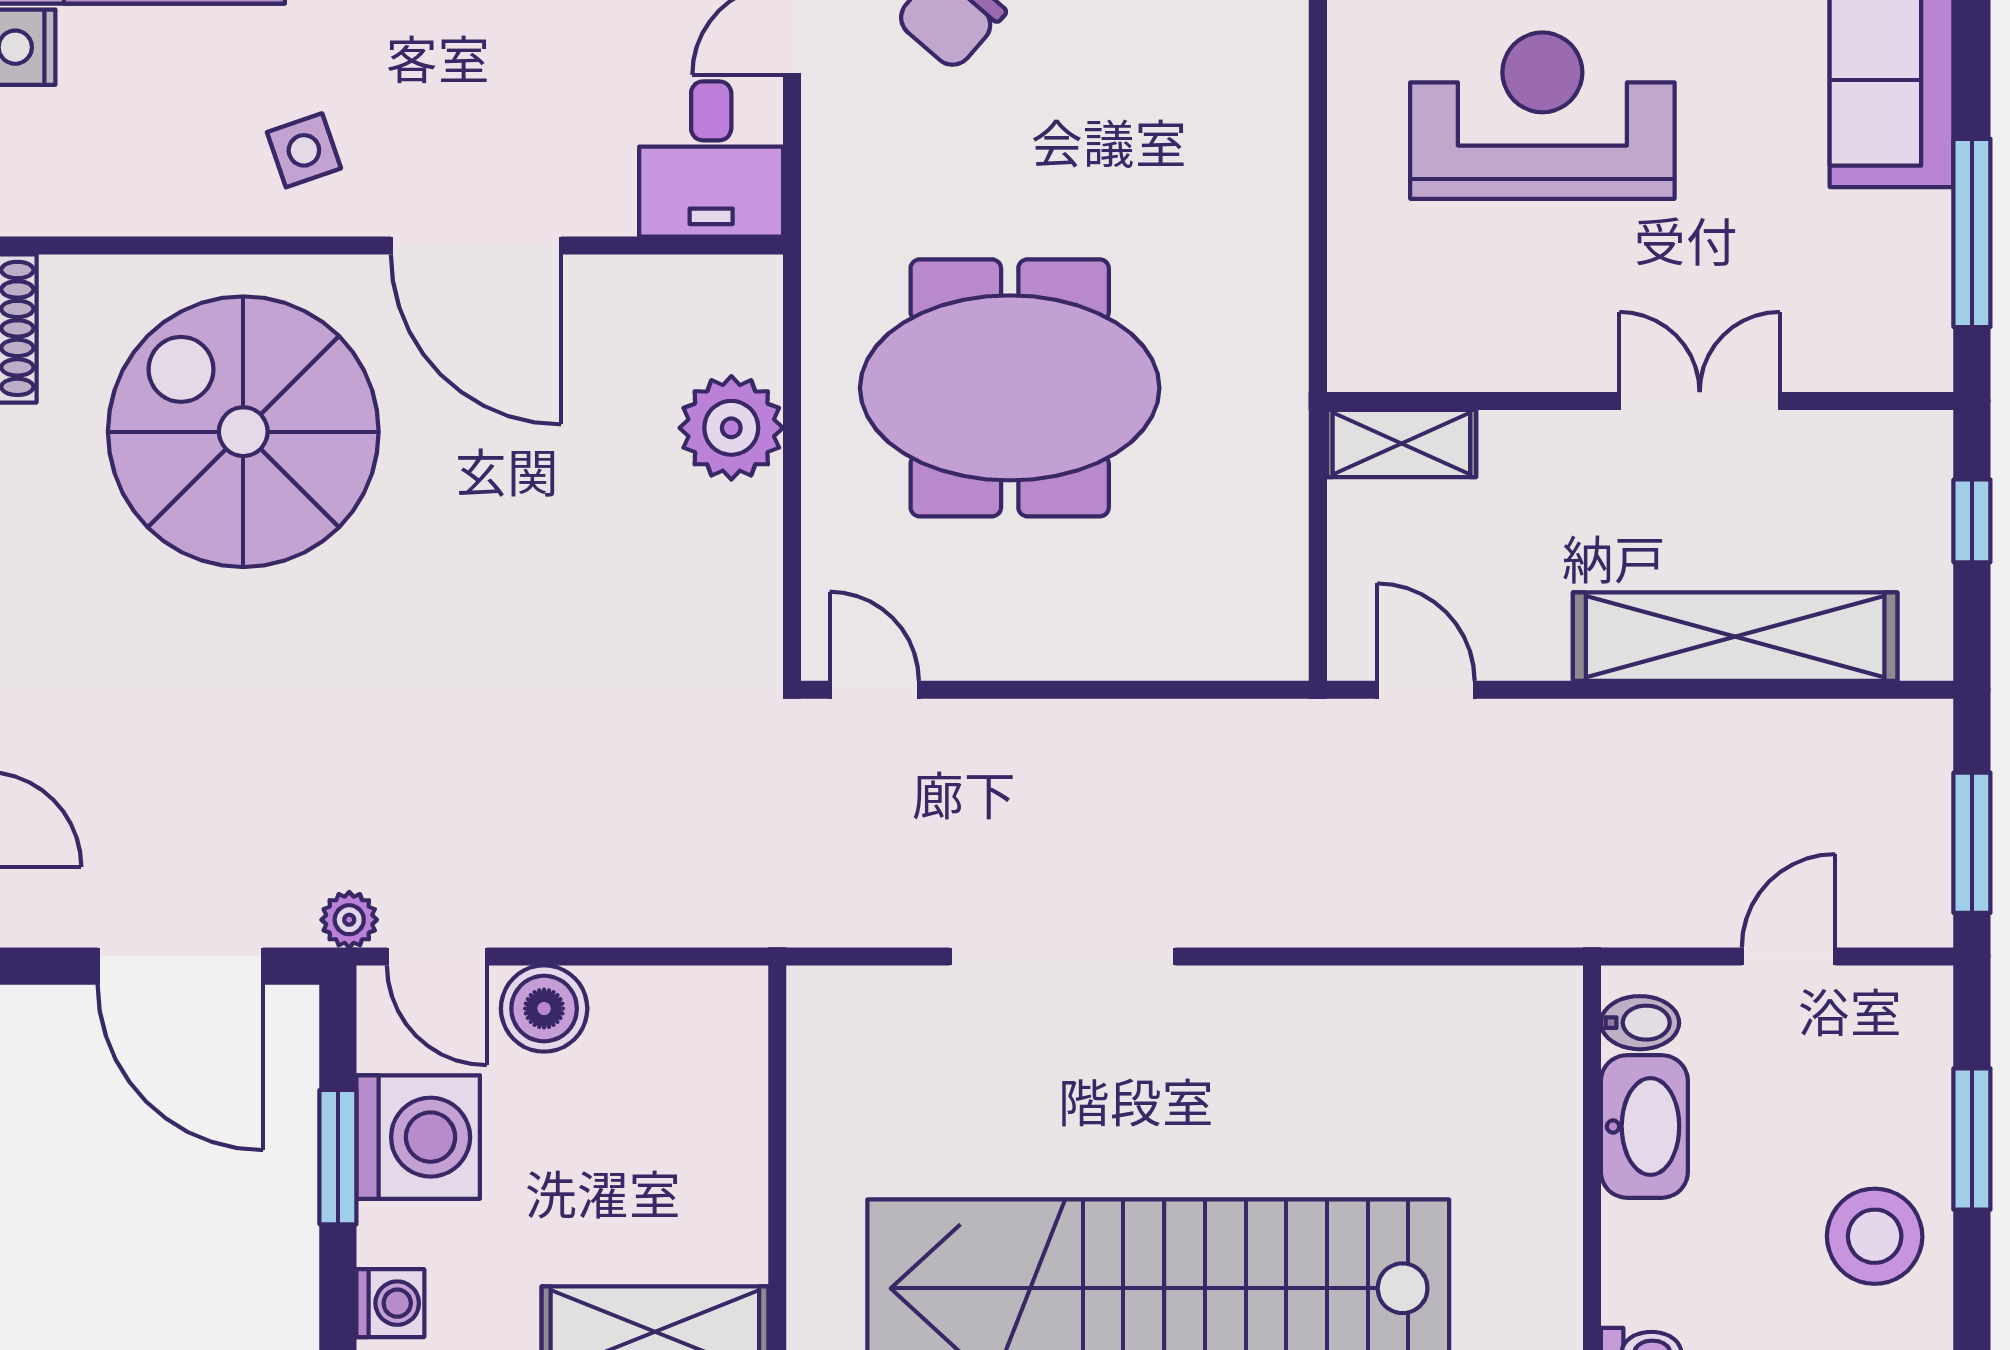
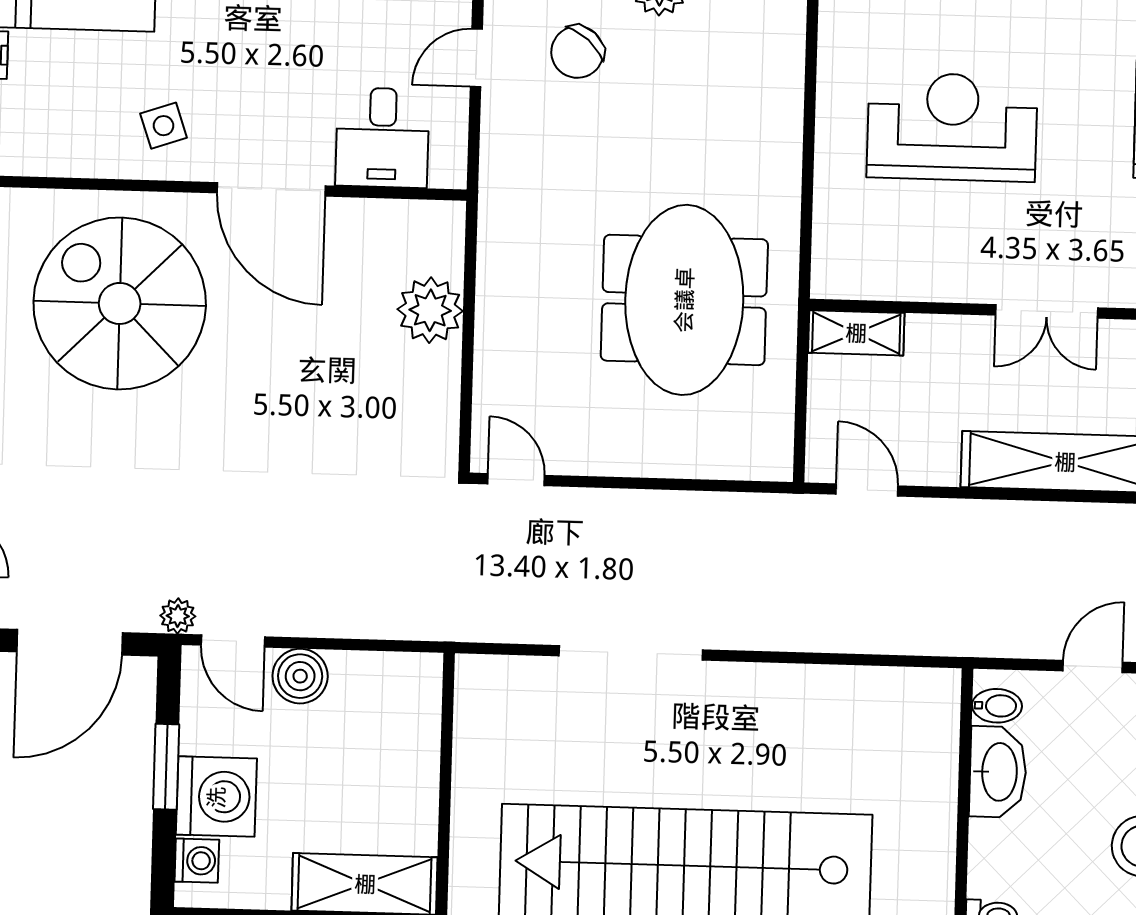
desk: (711, 159) -> (382, 138), moved
meeting table: (1010, 388) -> (684, 300), moved, turned 90
double door: (1700, 401) -> (1047, 311), swing flipped
door: (180, 966) -> (70, 642), hinge flipped
washing machine: (418, 1137) -> (216, 797), moved

